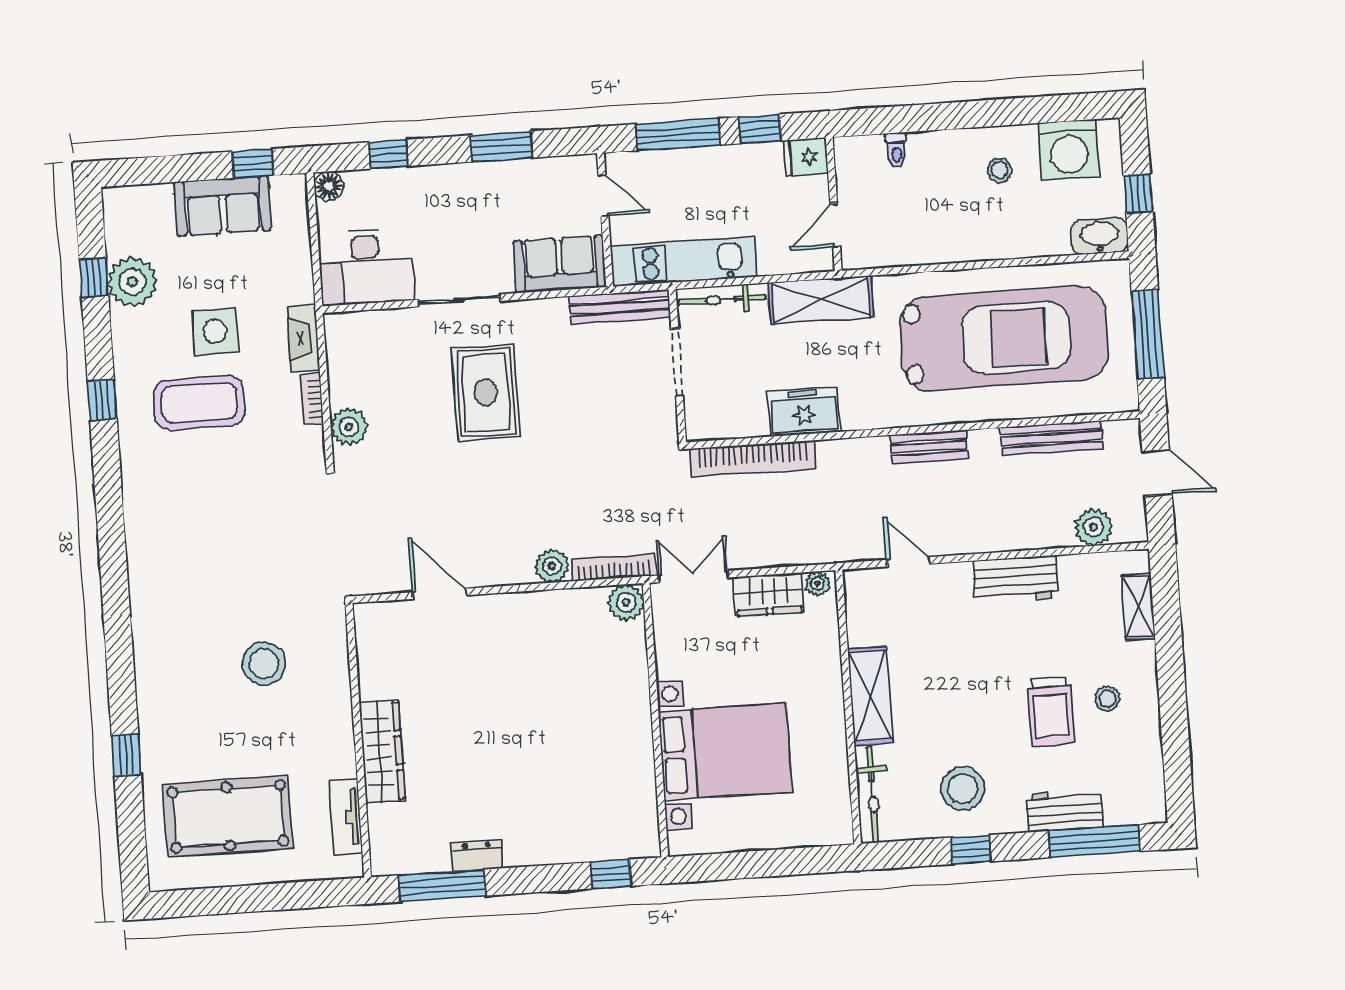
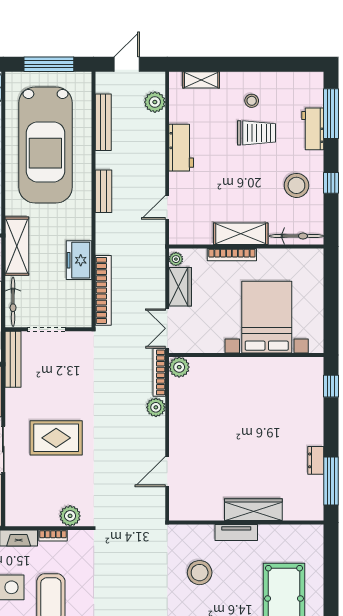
car: (1004, 338) -> (45, 145), turned 180
bookcase: (832, 682) -> (232, 255), added
tv unit: (346, 817) -> (236, 532), moved

